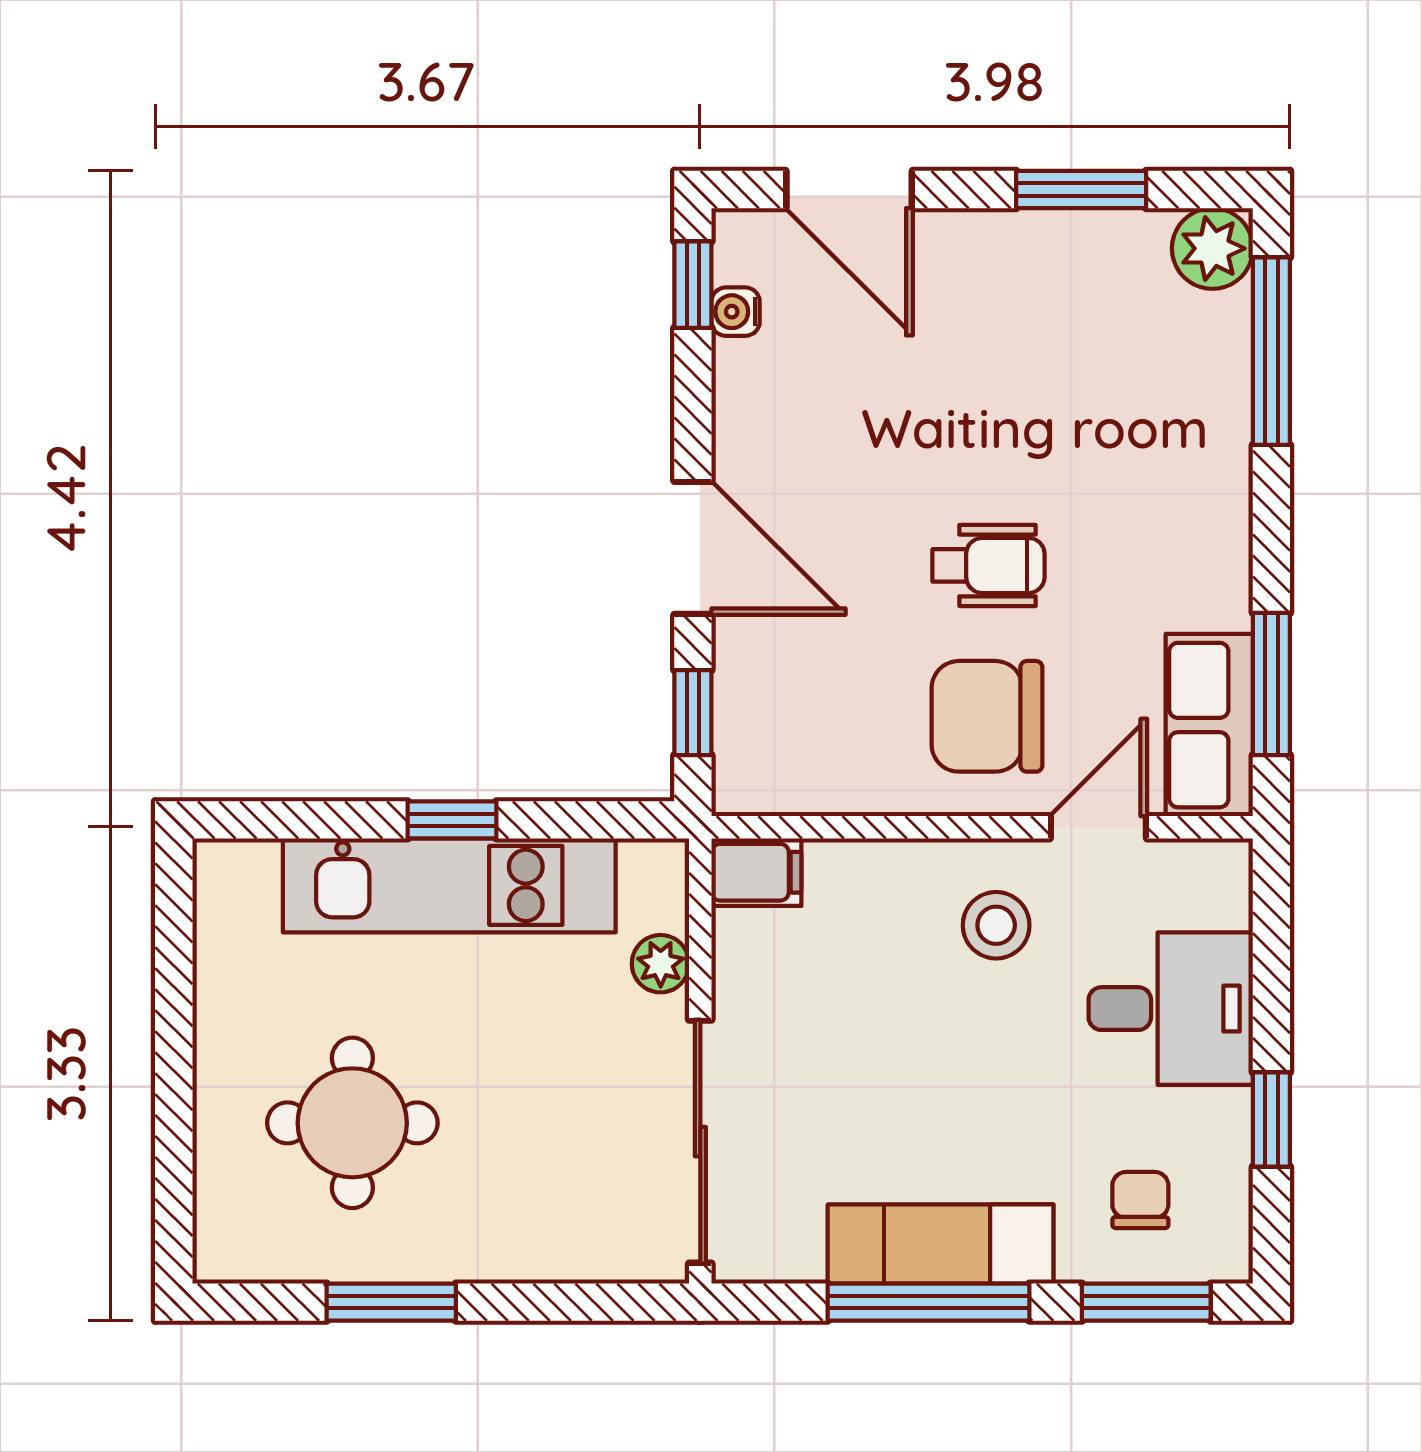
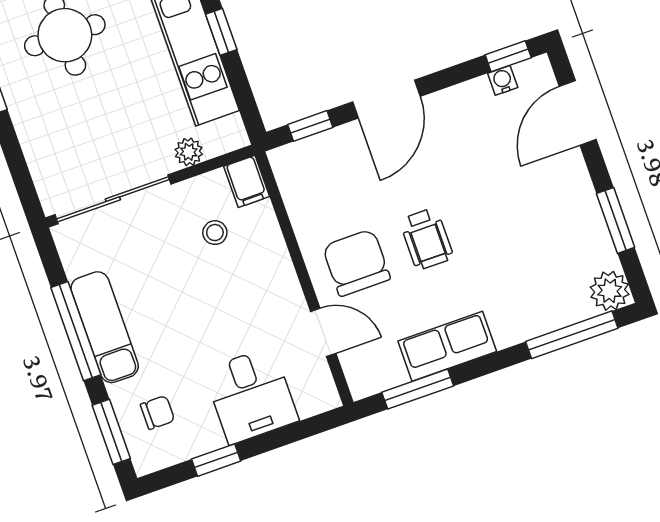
row of seats: (1209, 725) -> (447, 346), moved
stool: (996, 925) -> (215, 233), moved, width x0.73, depth x0.73

